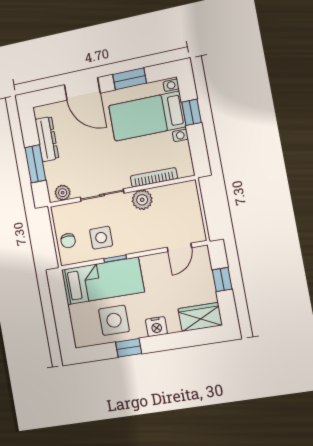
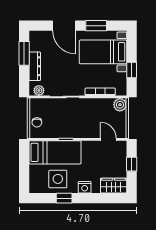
window: (192, 112) -> (132, 70), moved
dresser: (47, 139) -> (35, 66), moved
window: (35, 164) -> (24, 53), moved
plant: (142, 200) -> (120, 105), moved
side table: (101, 238) -> (59, 124), removed
door: (179, 247) -> (108, 139), swing flipped

